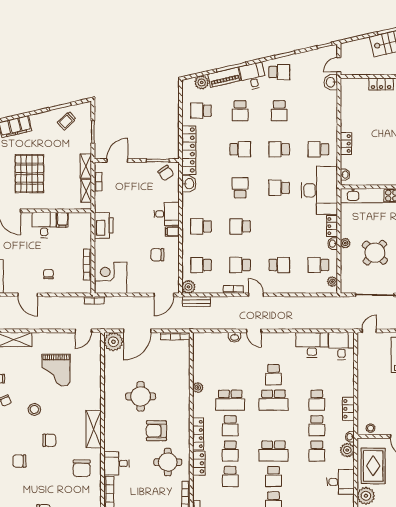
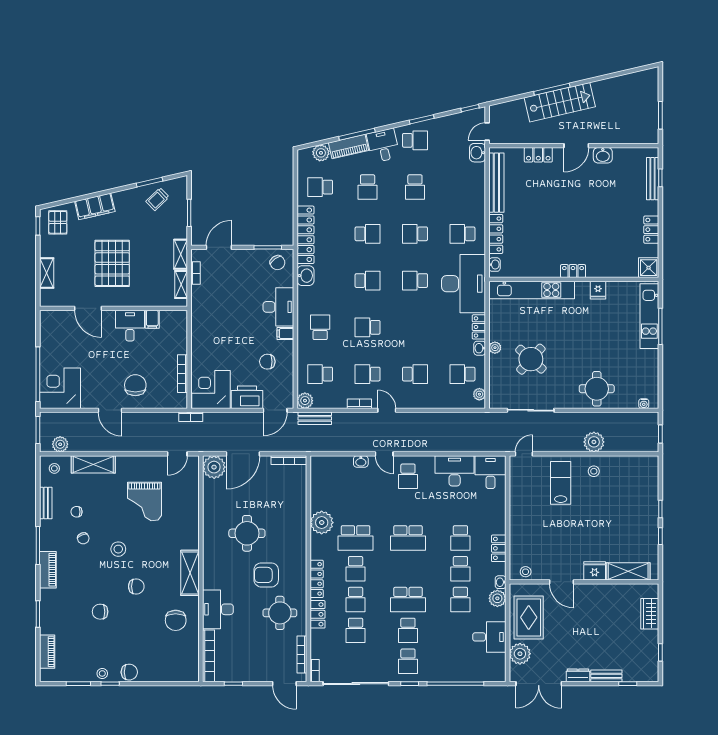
bench: (346, 107) -> (496, 183), added
locker: (346, 144) -> (496, 234), width x1.53
school desk: (240, 188) -> (368, 281), turned 90
desk: (167, 214) -> (278, 307), width x1.37
printer: (104, 225) -> (247, 397), moved, turned -90
school desk: (201, 226) -> (320, 327), turned 90
chair: (48, 274) -> (135, 385), width x1.87, depth x1.87
school desk: (273, 375) -> (408, 476), moved
plant: (198, 387) -> (322, 523), width x1.87, depth x1.87
desk: (117, 463) -> (218, 609), width x1.37

